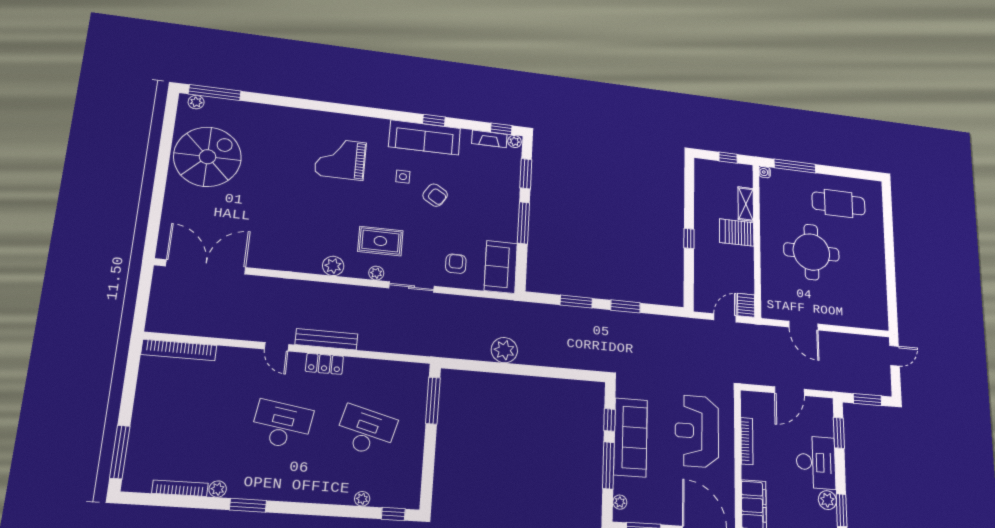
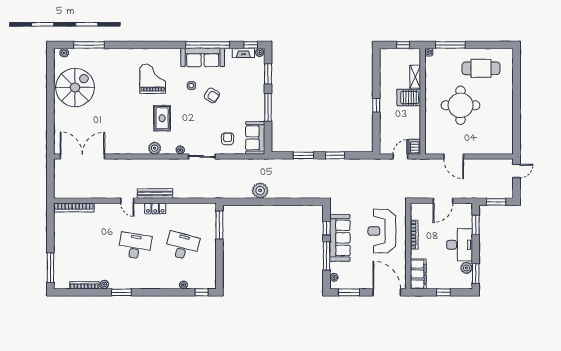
window: (215, 93) -> (89, 45), moved
window: (434, 120) -> (208, 45), width x3.17
grand piano: (340, 159) -> (153, 79), turned 90
rug: (380, 241) -> (162, 118), moved, turned 90

